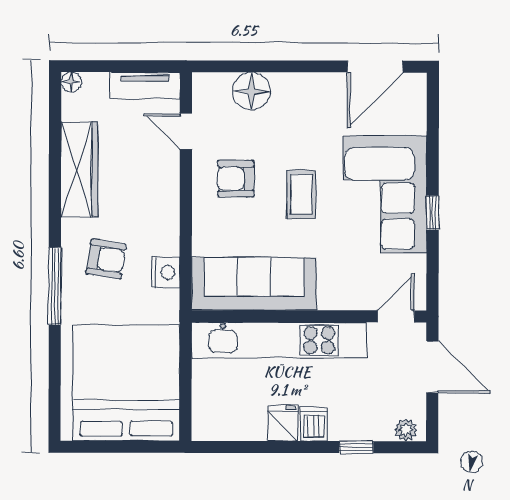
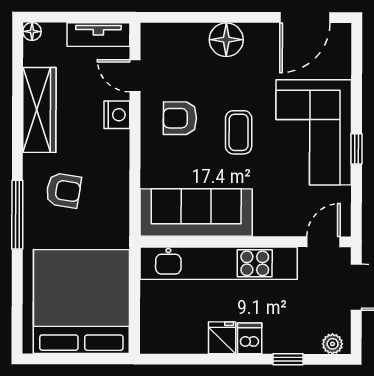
floor lamp: (251, 91) -> (226, 40), moved
nightstand: (165, 273) -> (117, 115), moved

